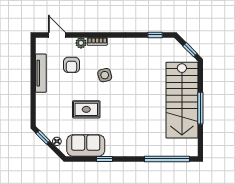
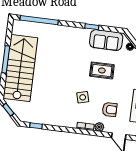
armchair: (71, 65) -> (110, 109), turned 90

